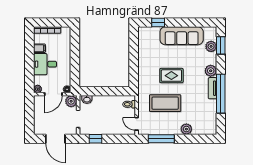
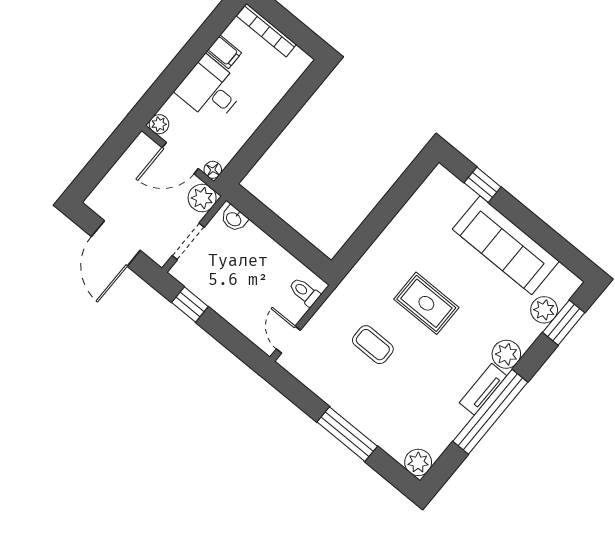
coffee table: (165, 103) -> (373, 345), width x0.54, depth x0.58
plant: (186, 129) -> (418, 462), moved
window: (161, 139) -> (347, 434), moved

